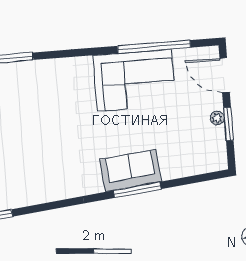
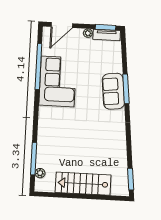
window: (228, 124) -> (105, 27), moved
tv unit: (218, 148) -> (107, 35), added

